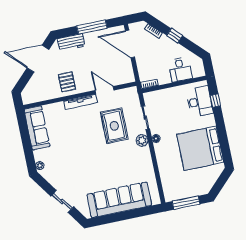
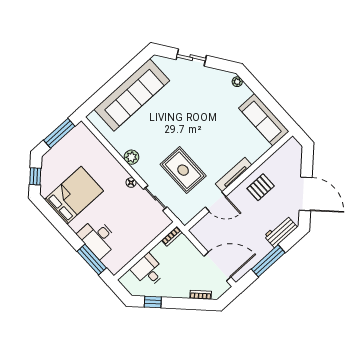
window: (175, 36) -> (153, 302), moved
door: (38, 59) -> (306, 194), hinge flipped
pallet: (67, 82) -> (261, 187), turned 90
window: (215, 101) -> (92, 260), width x2.17
desk: (200, 102) -> (98, 238), moved
plant: (142, 140) -> (131, 157), moved
bed: (200, 148) -> (74, 195), width x0.73
window: (221, 182) -> (35, 176), added

